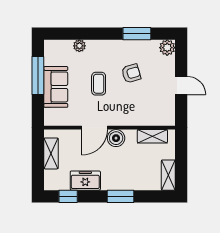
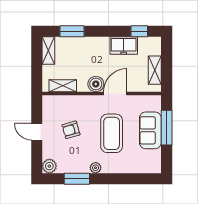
plant: (79, 46) -> (96, 168), moved
armchair: (131, 73) -> (71, 130), moved
window: (38, 75) -> (167, 128), moved
coffee table: (99, 84) -> (112, 133), width x1.86, depth x1.72
window: (121, 196) -> (72, 31), moved

